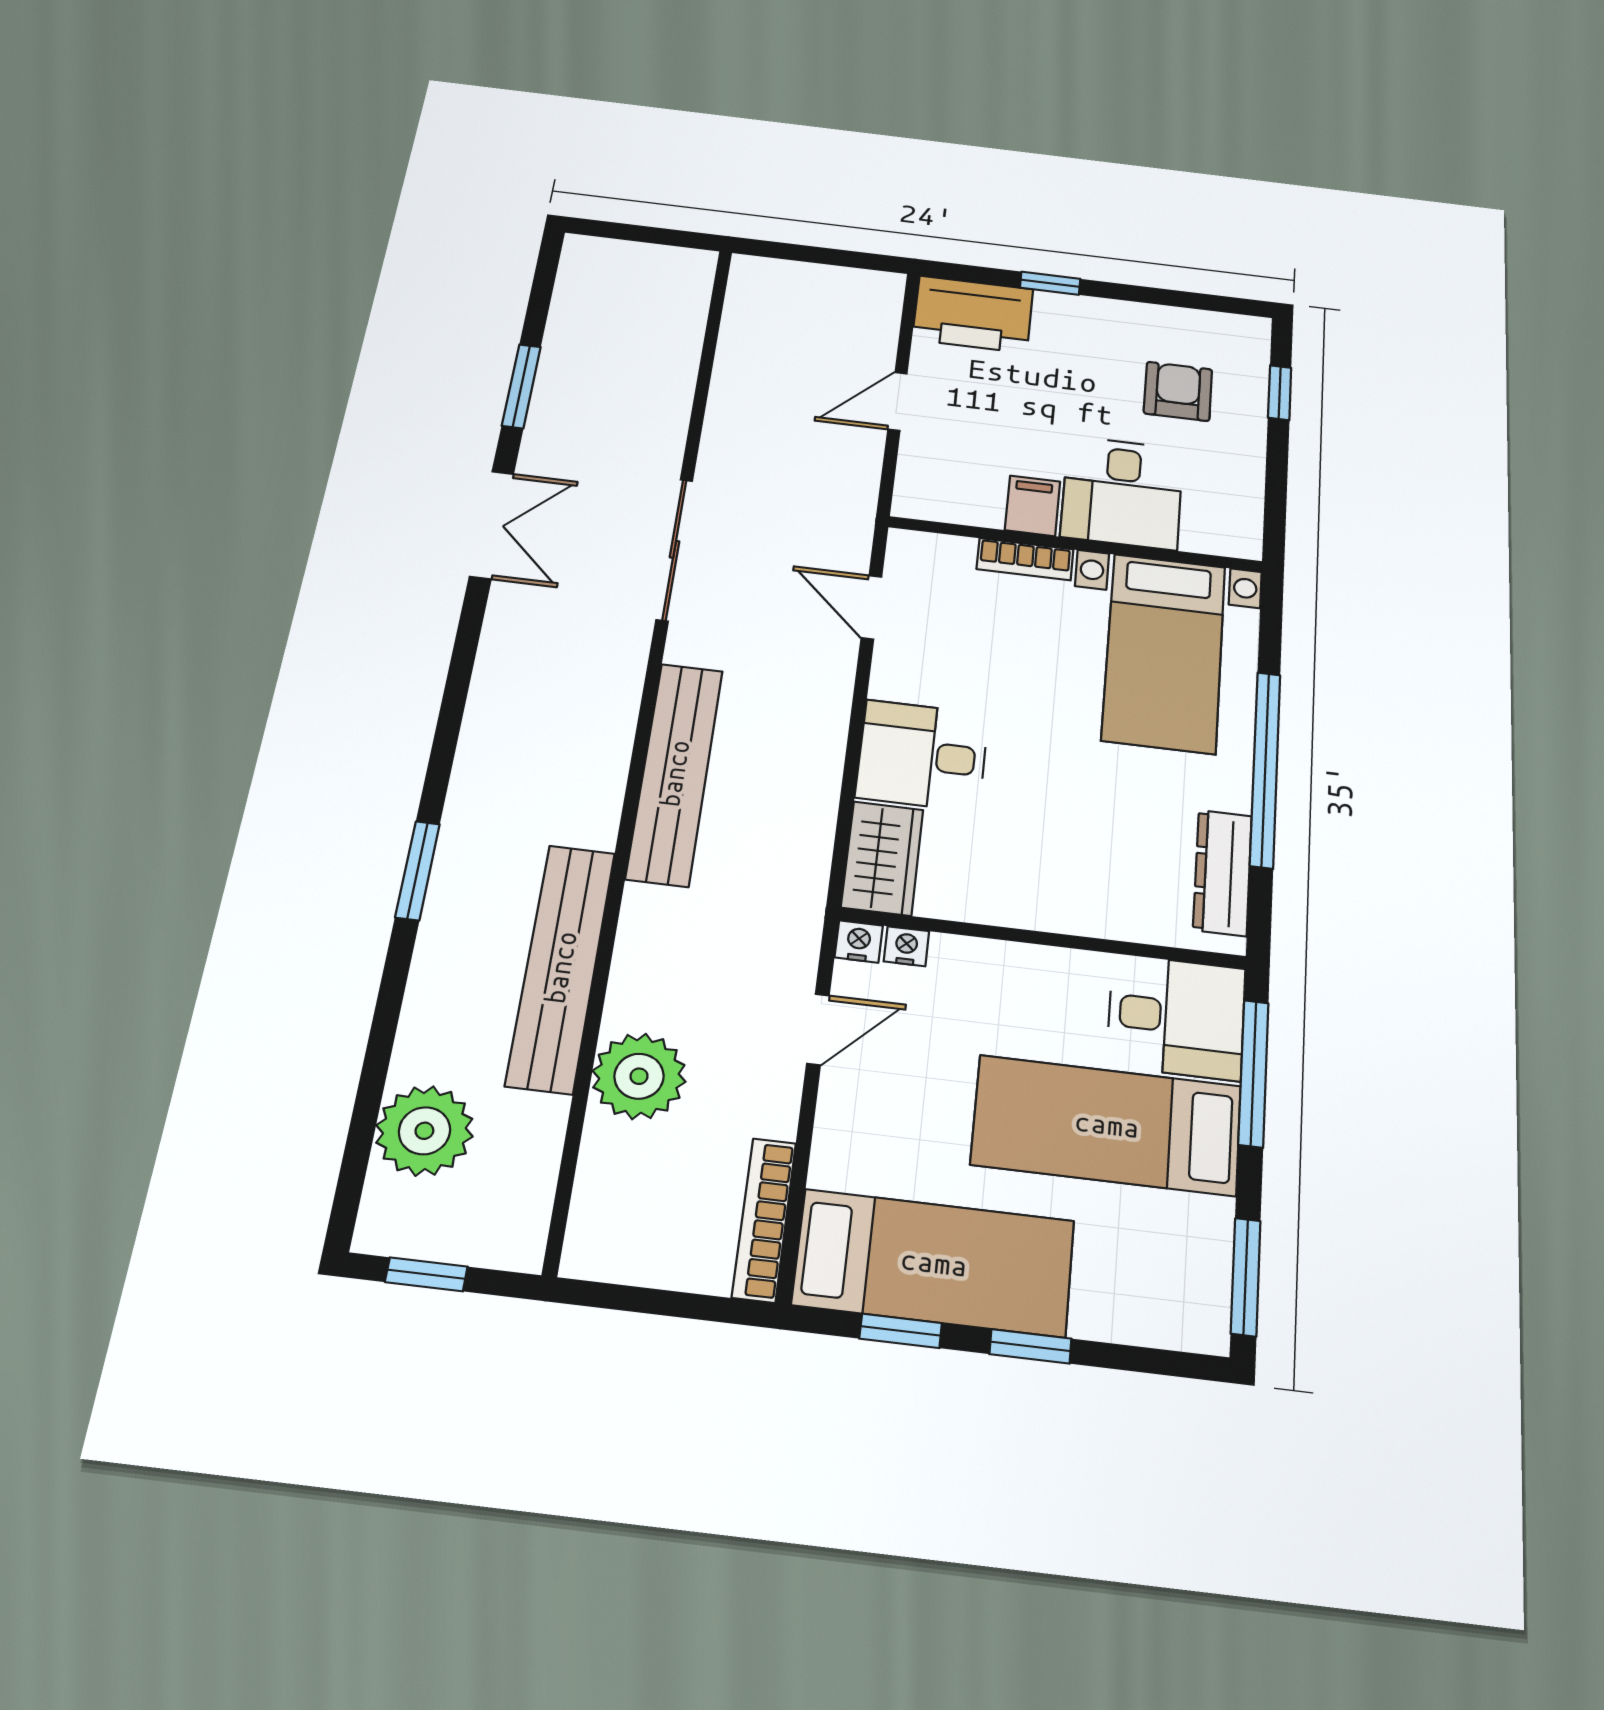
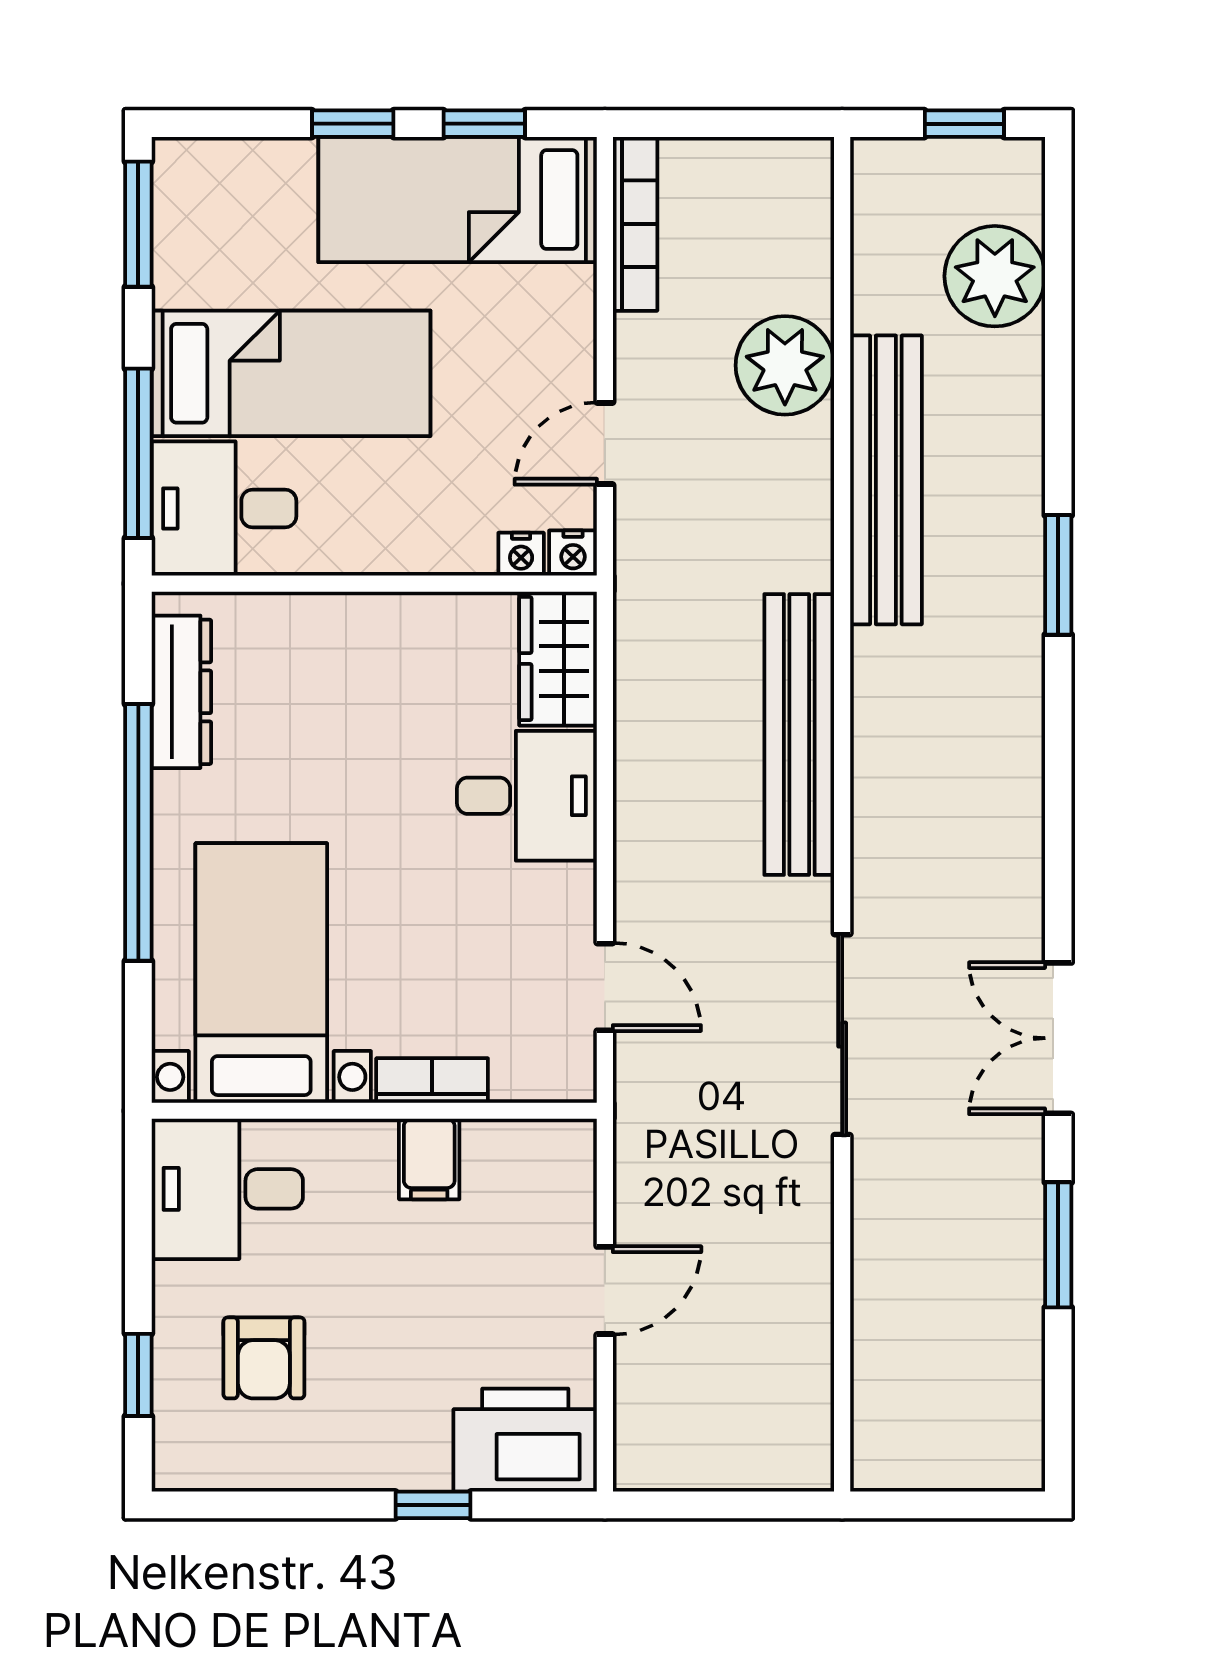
desk: (1122, 492) -> (227, 1189), moved, turned -90

